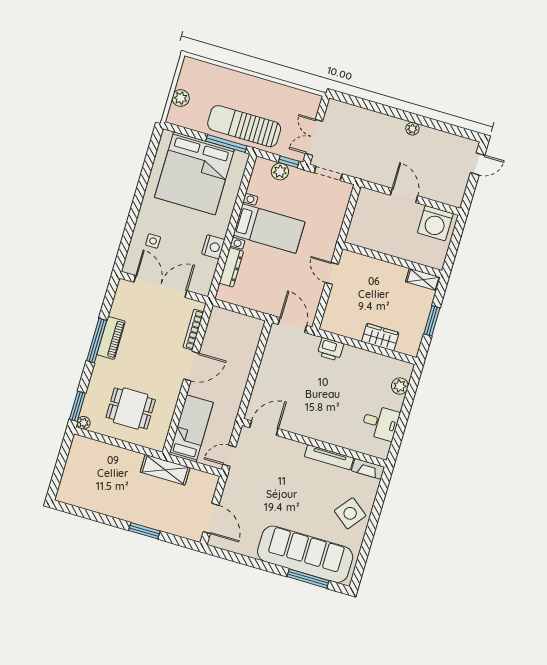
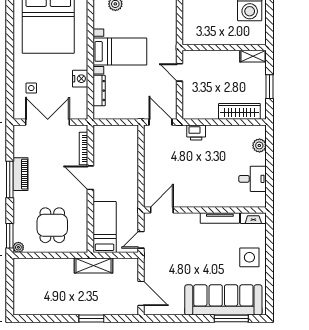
wardrobe: (380, 337) -> (239, 111), width x1.50
door: (191, 366) -> (90, 178), swing flipped
dining table: (131, 408) -> (52, 225), turned 90
side table: (350, 513) -> (249, 257), turned -38

